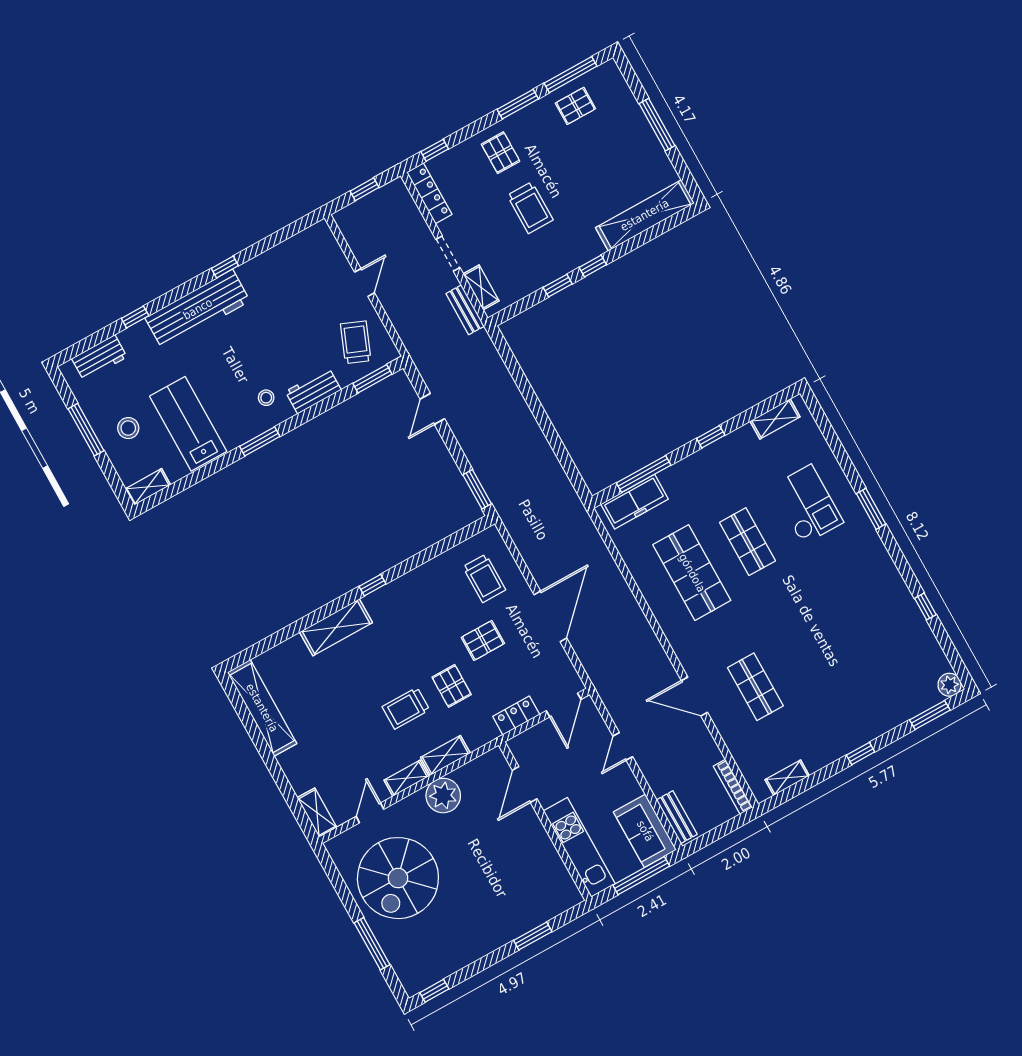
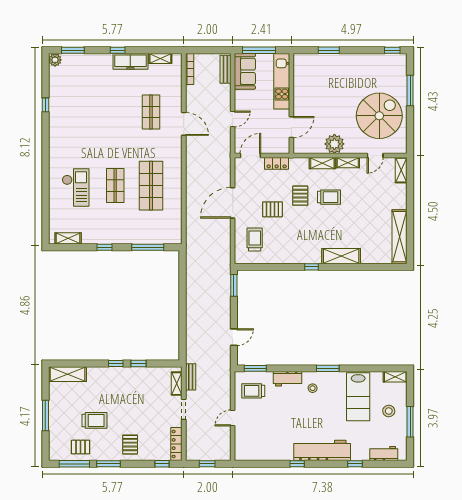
trolley: (530, 208) -> (94, 420), moved, turned 90
shelving: (645, 215) -> (67, 374), width x0.68
trolley: (356, 342) -> (253, 391), turned 68
freezer: (635, 502) -> (130, 61), moved, turned 180
checkout: (807, 504) -> (76, 187), turned 180
window: (871, 509) -> (45, 168), removed

